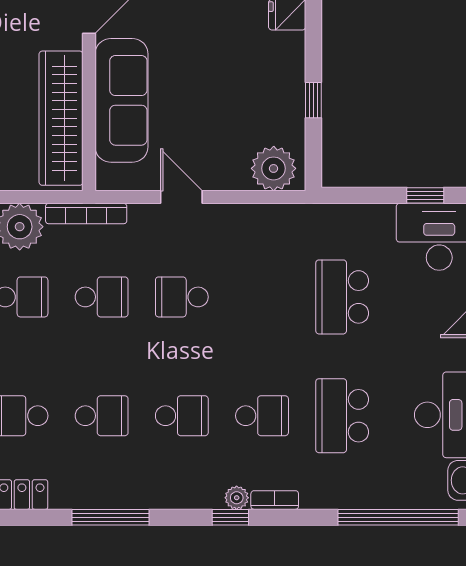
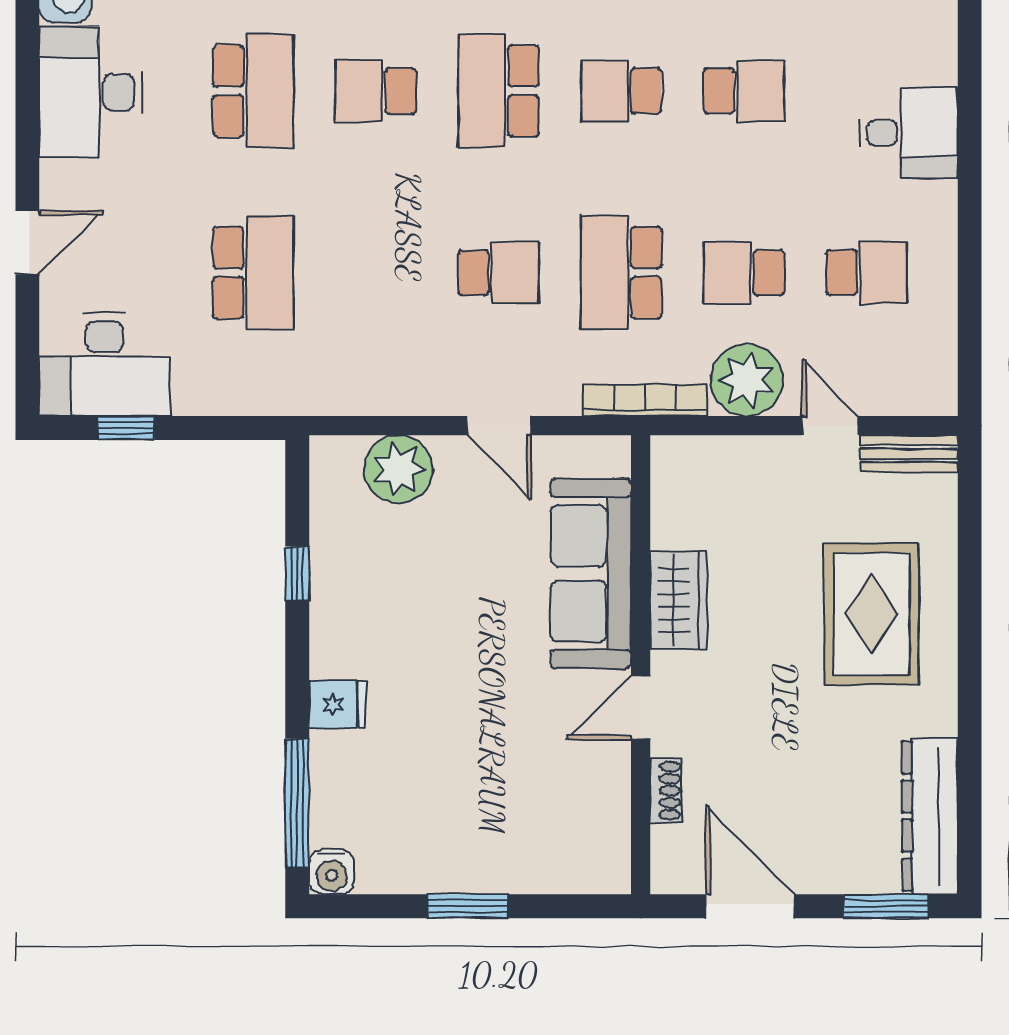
wardrobe: (61, 118) -> (678, 600), width x0.48, depth x0.85
plant: (274, 168) -> (398, 469), moved
school desk: (102, 297) -> (621, 273), width x1.85
school desk: (182, 416) -> (499, 91), width x1.85

